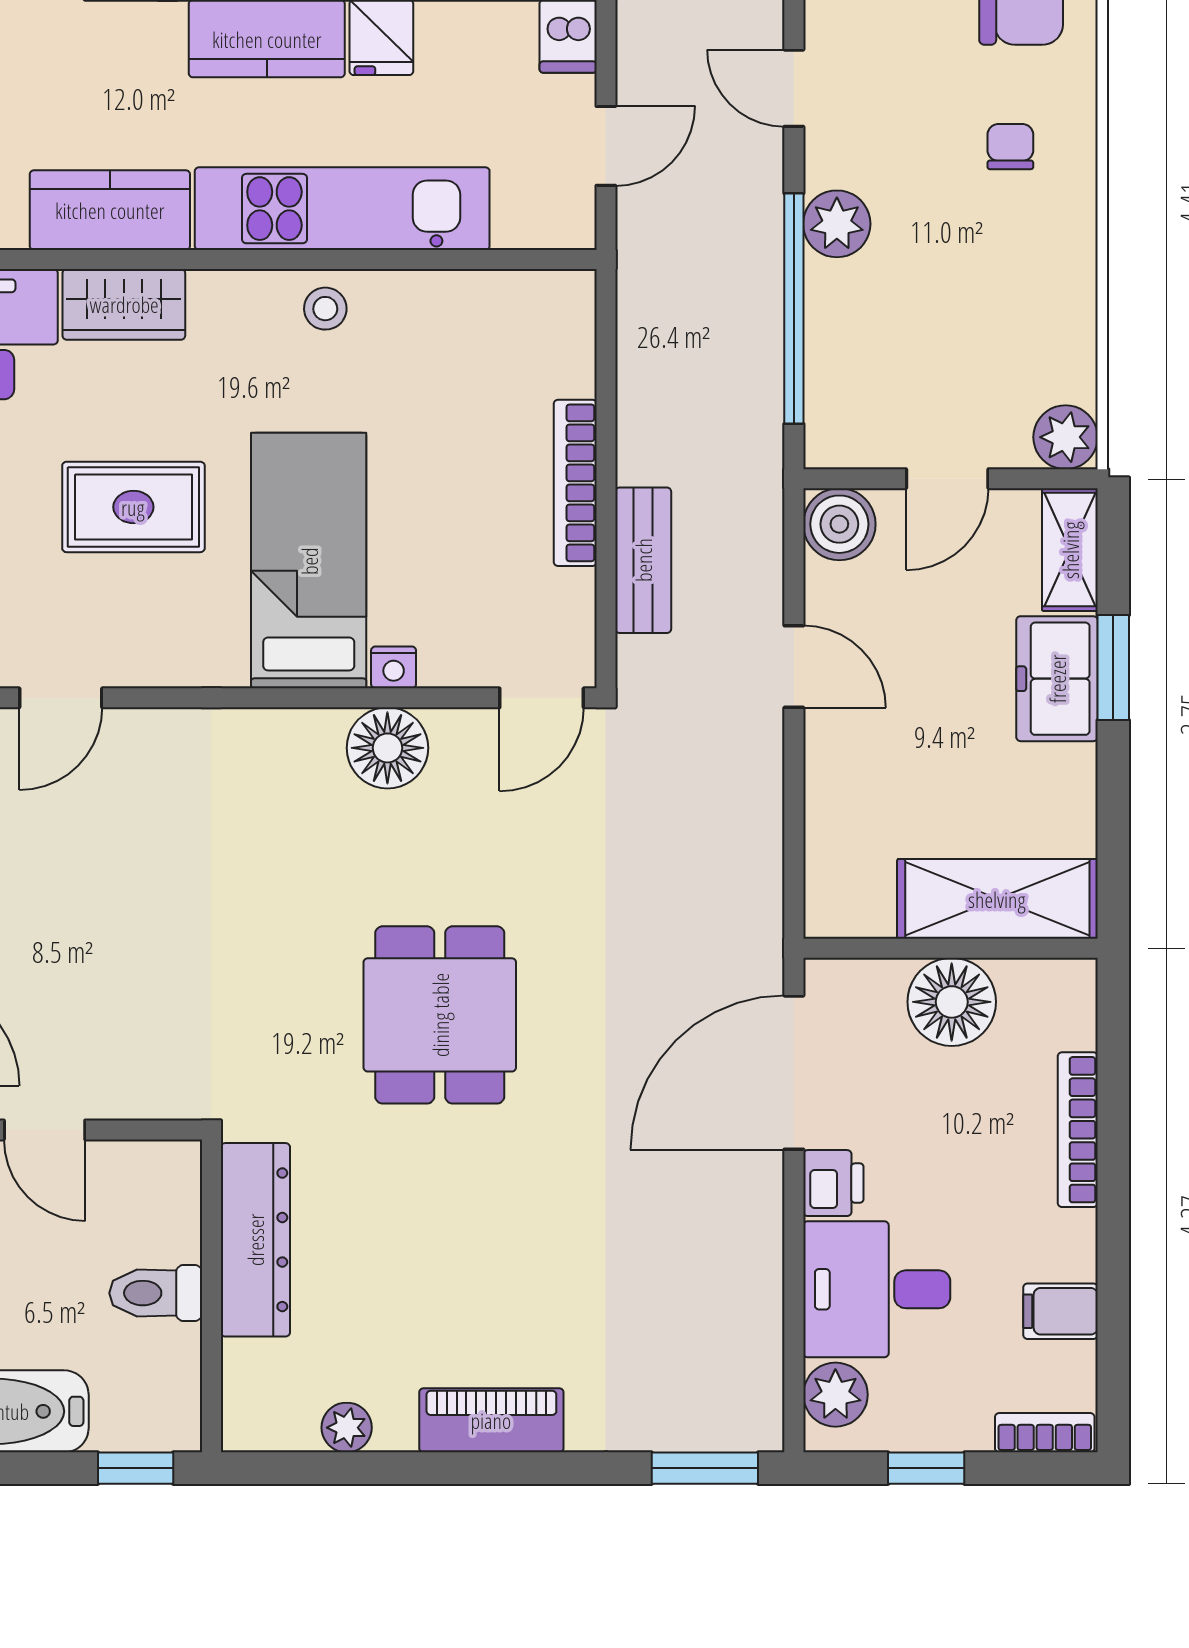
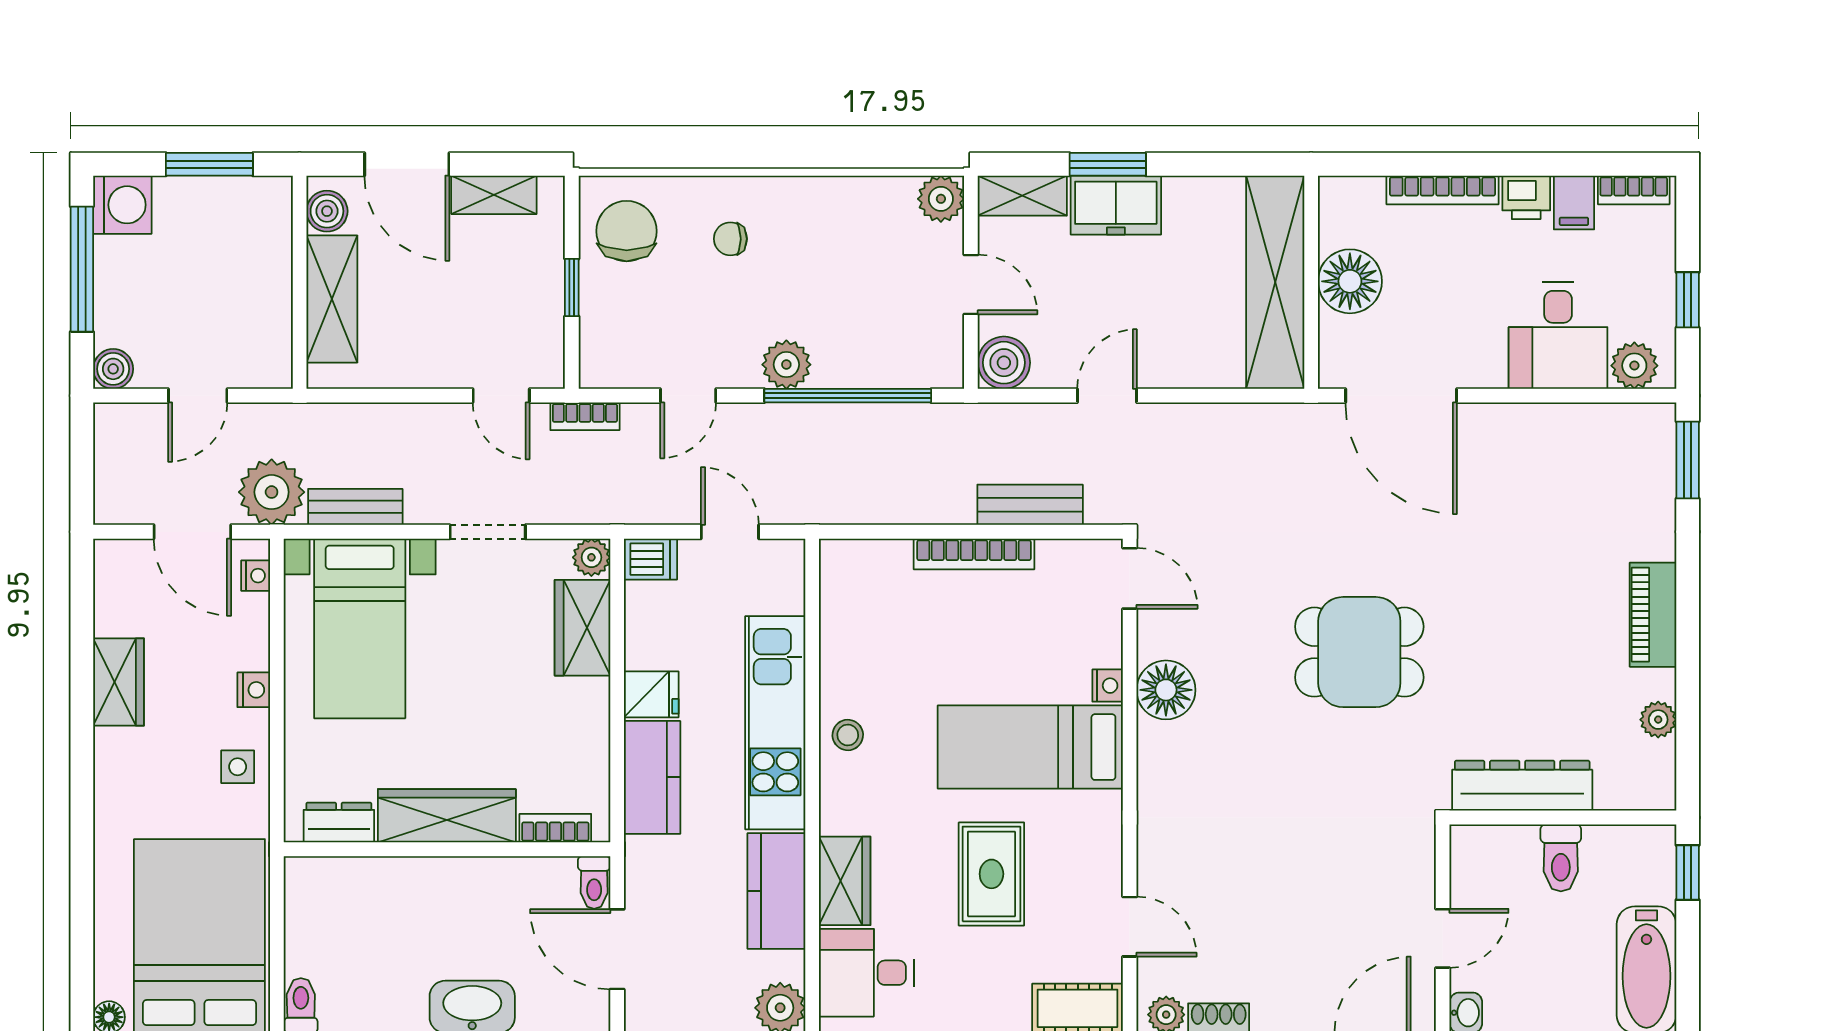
shelving: (997, 899) -> (1275, 282), width x1.47
printer: (833, 1183) -> (1526, 197), moved, turned 180
bookcase: (1045, 1433) -> (1634, 190), moved, turned -90

